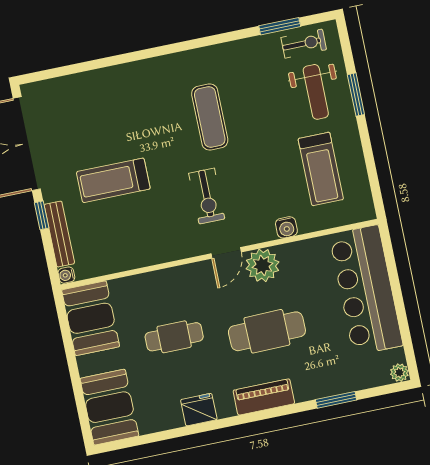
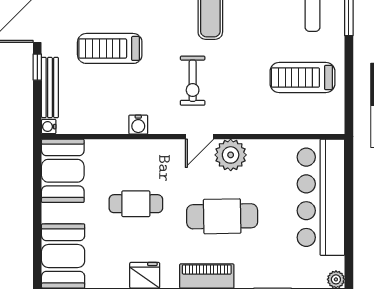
treadmill: (321, 169) -> (302, 78), turned 90
water cooler: (286, 227) -> (138, 125), moved

